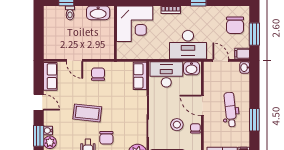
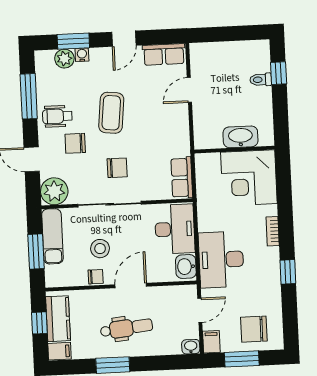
washbasin: (98, 13) -> (240, 137), moved, turned 90
chair: (98, 74) -> (117, 168), moved
row of seats: (140, 76) -> (182, 178), moved, turned -90

